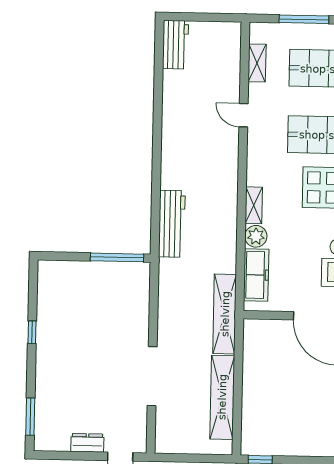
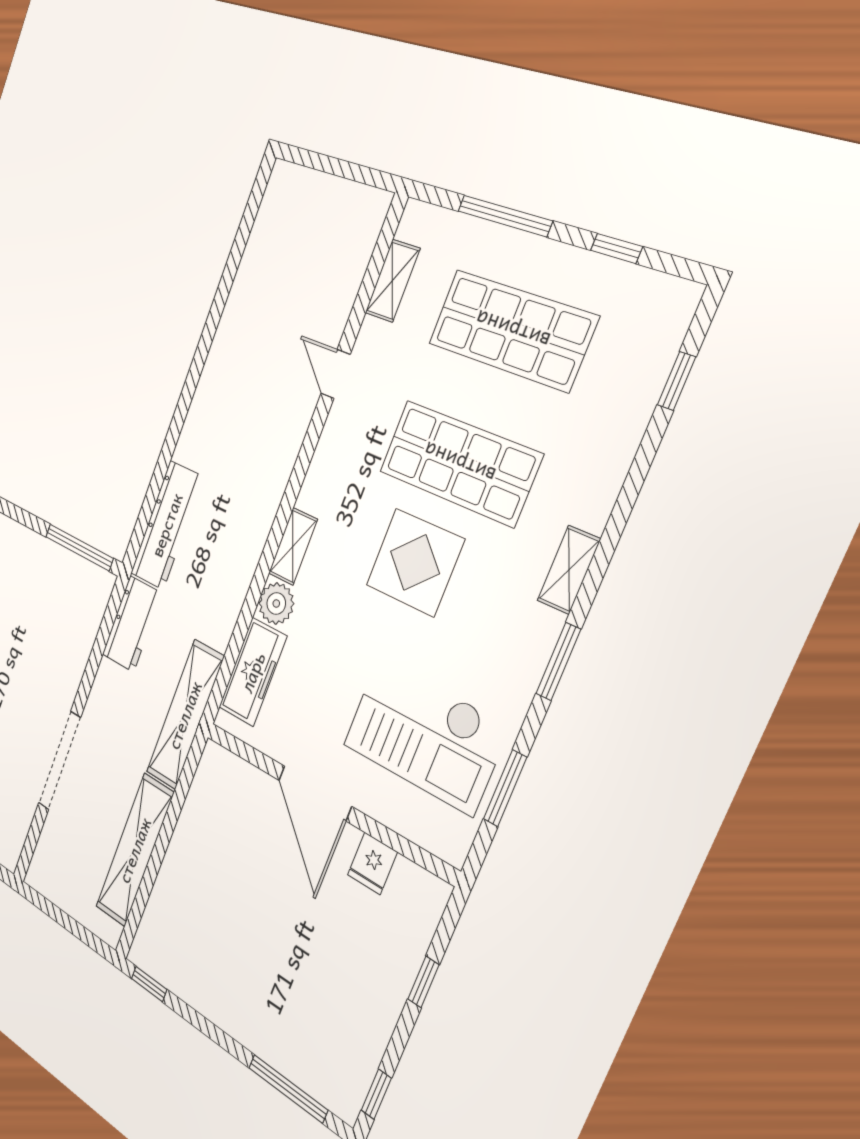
workbench: (175, 45) -> (132, 624), moved

